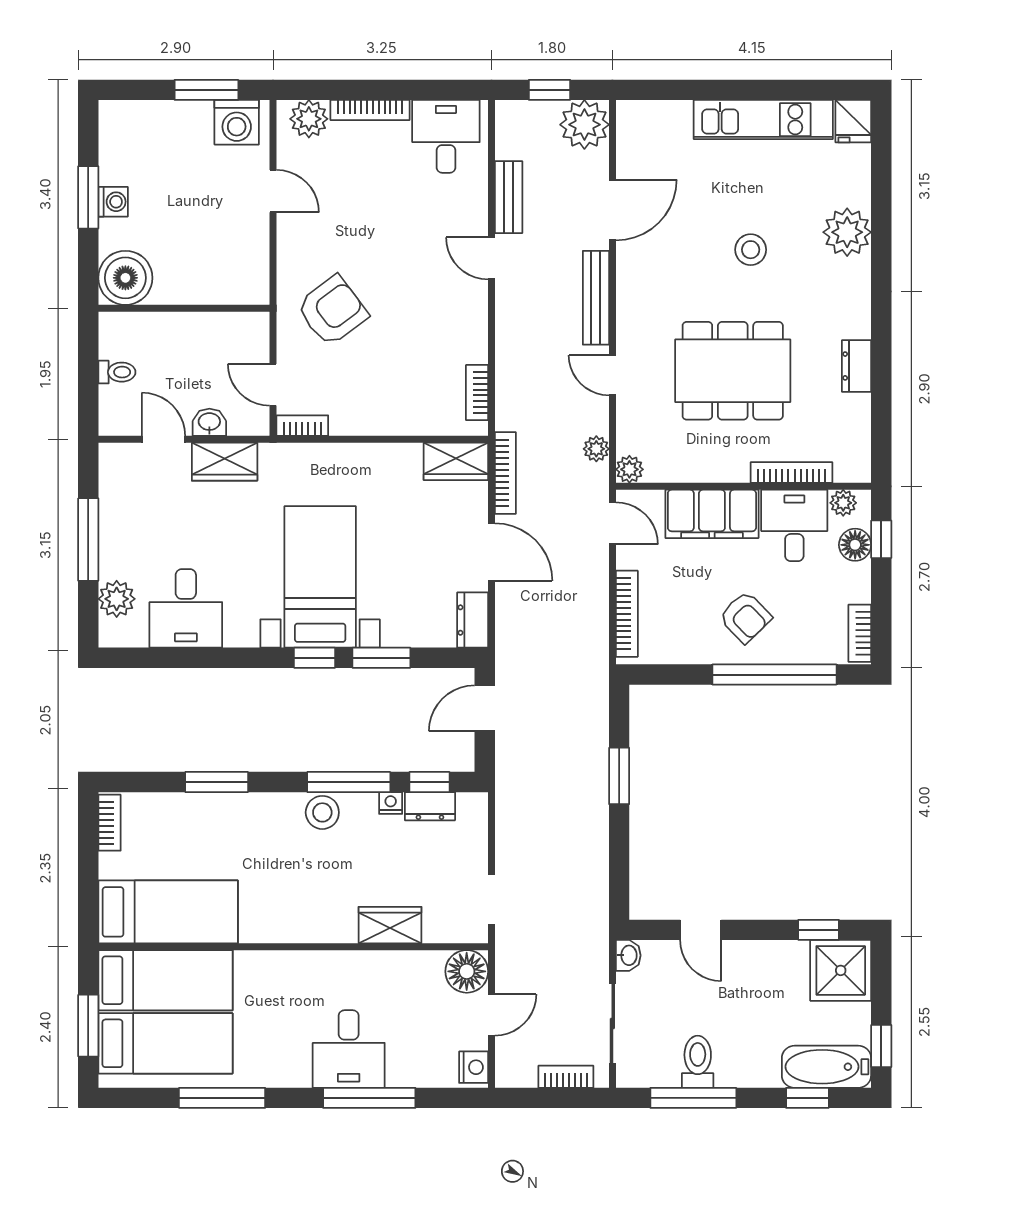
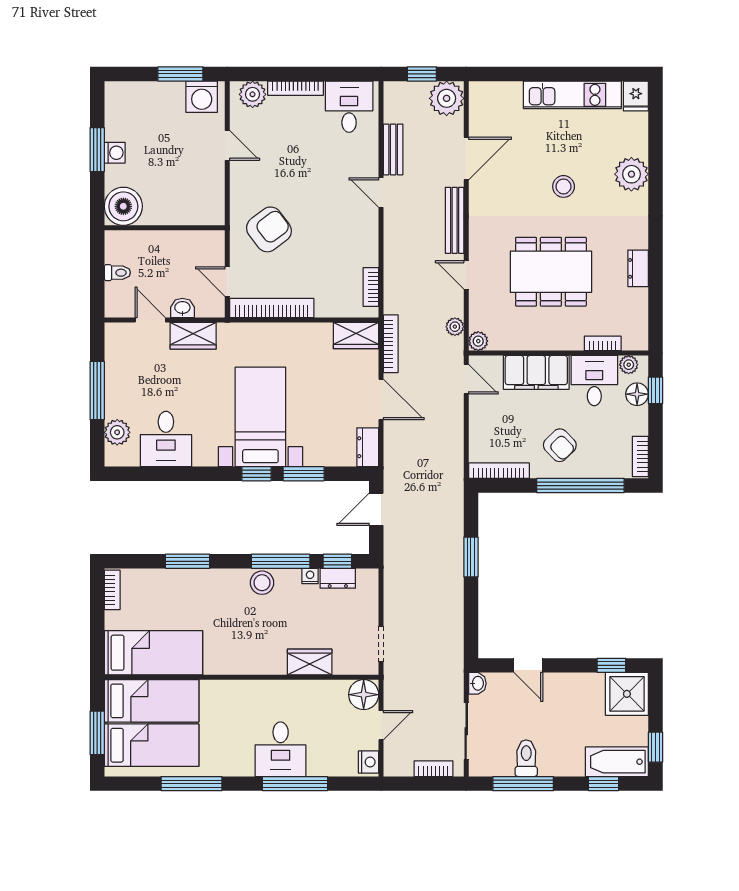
bookcase: (302, 426) -> (272, 308), width x2.31, depth x1.31
bookcase: (792, 473) -> (603, 343), width x0.64
bookcase: (627, 614) -> (499, 471), moved, turned -90

